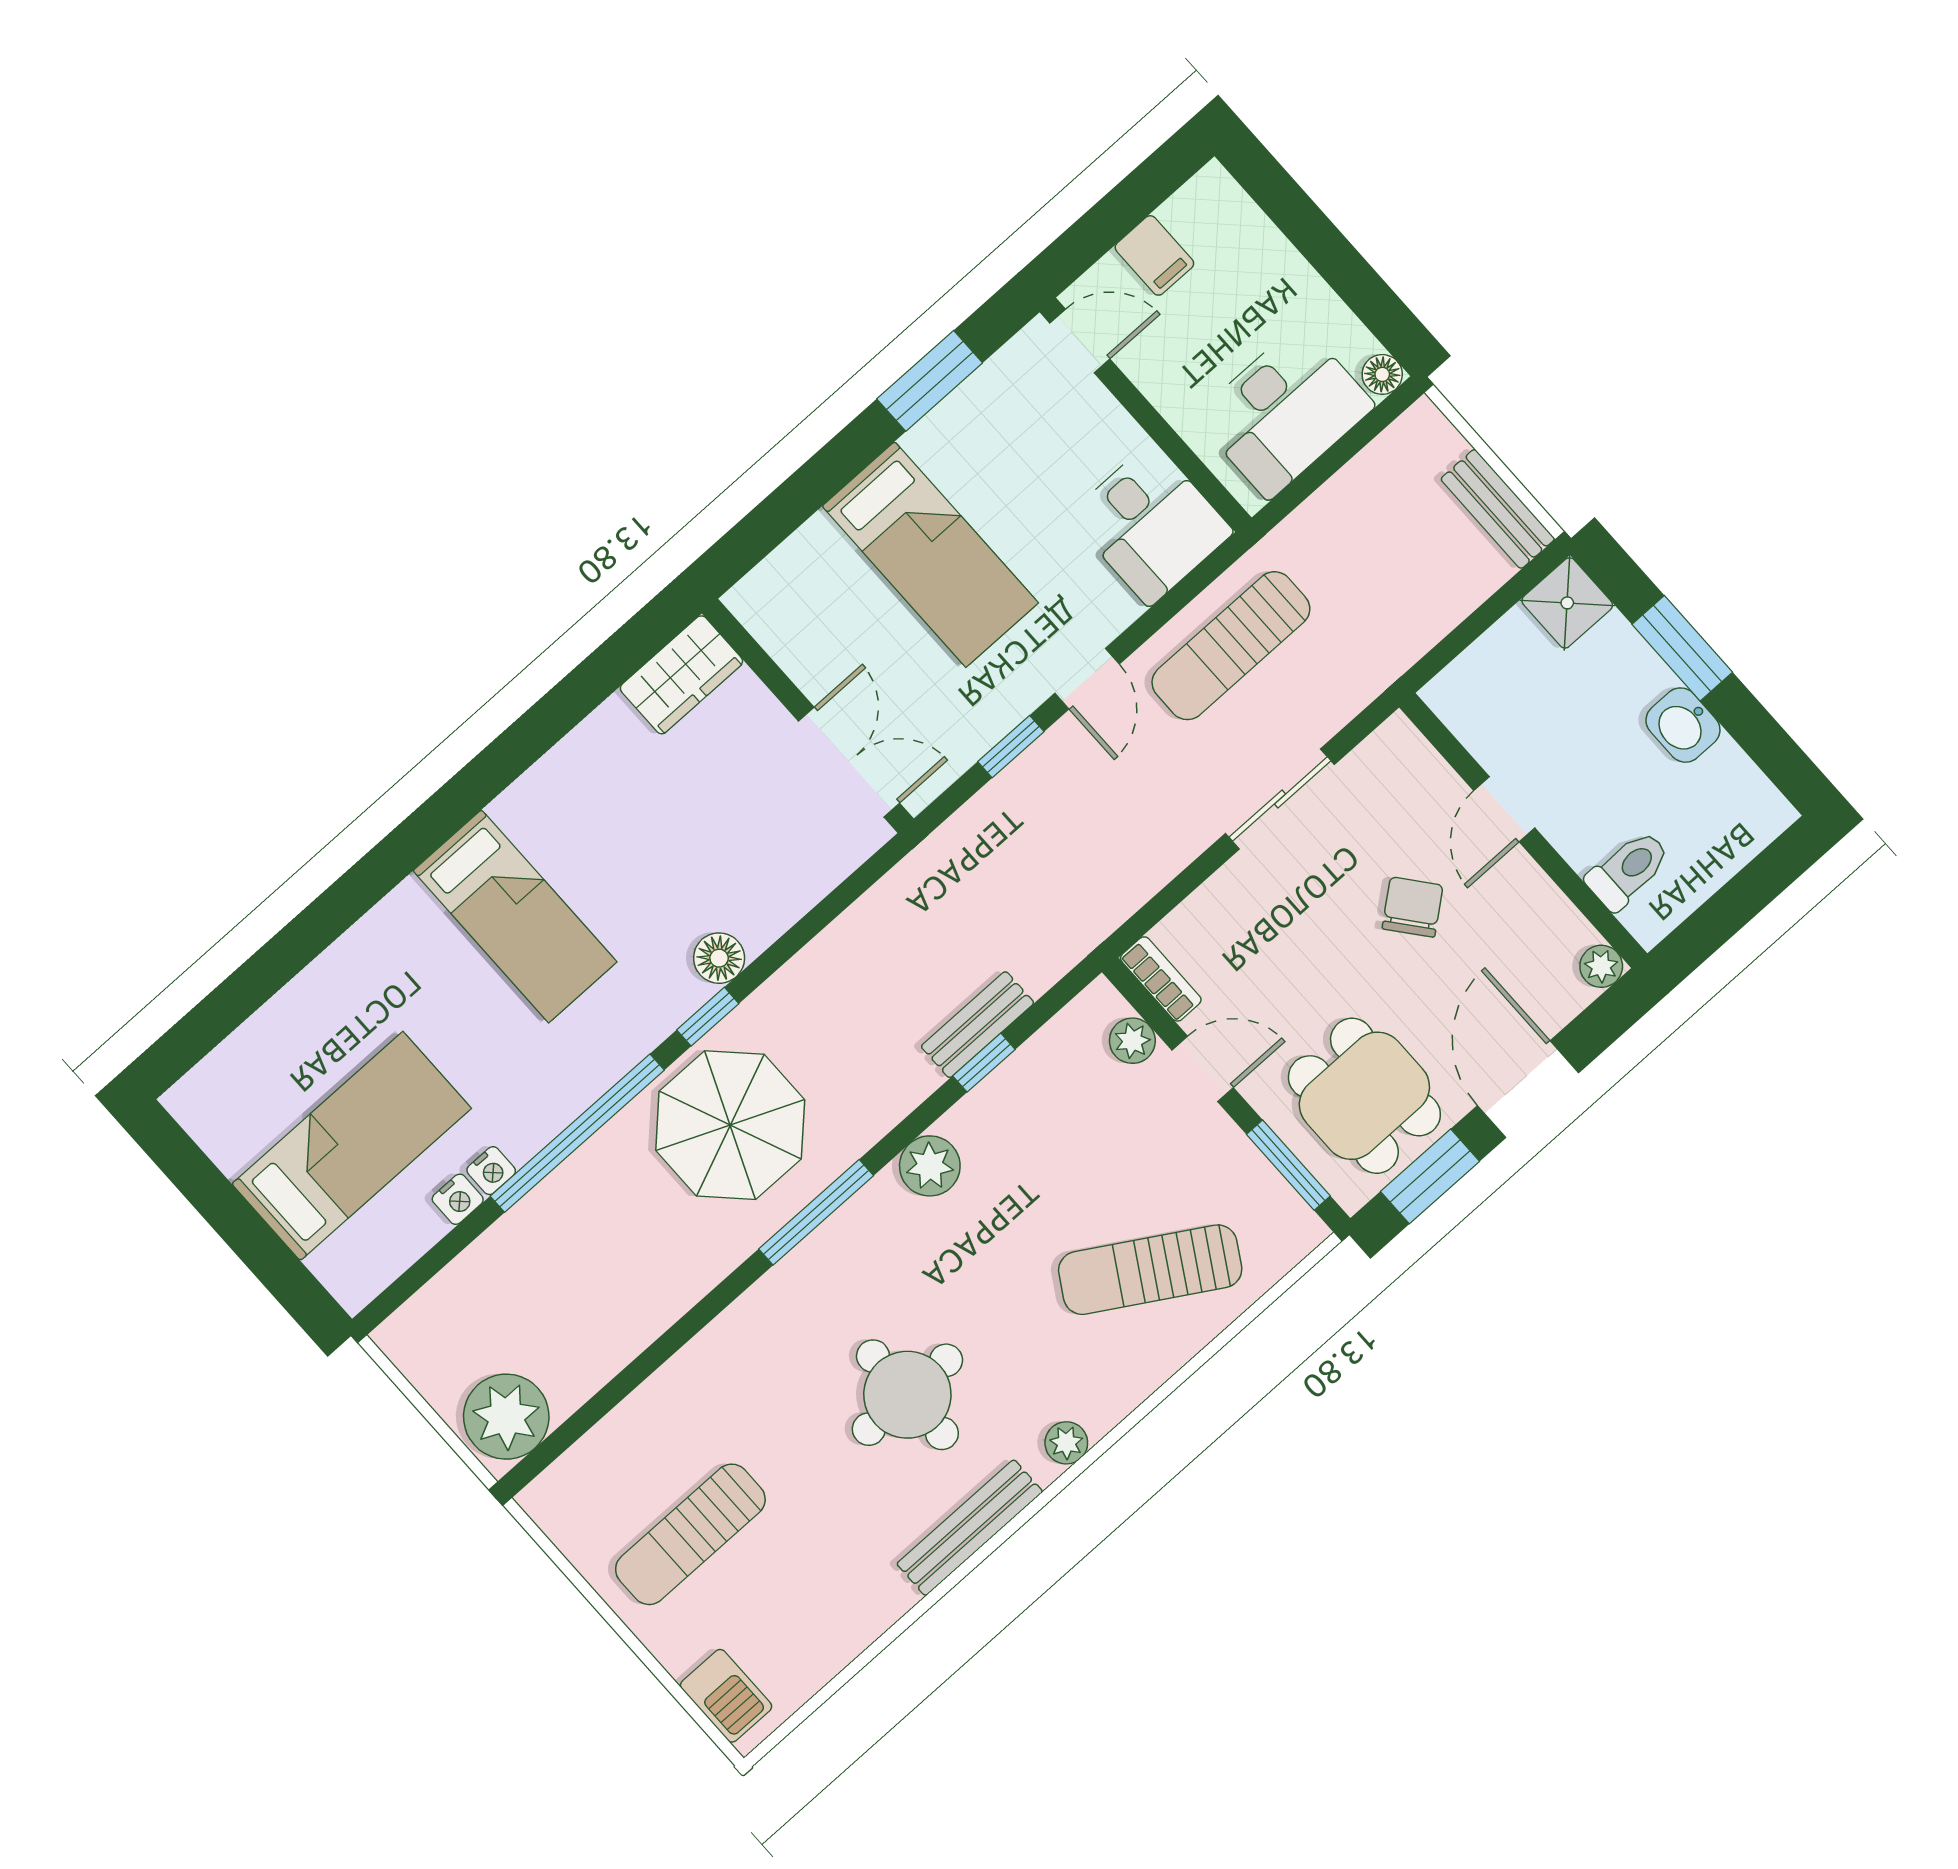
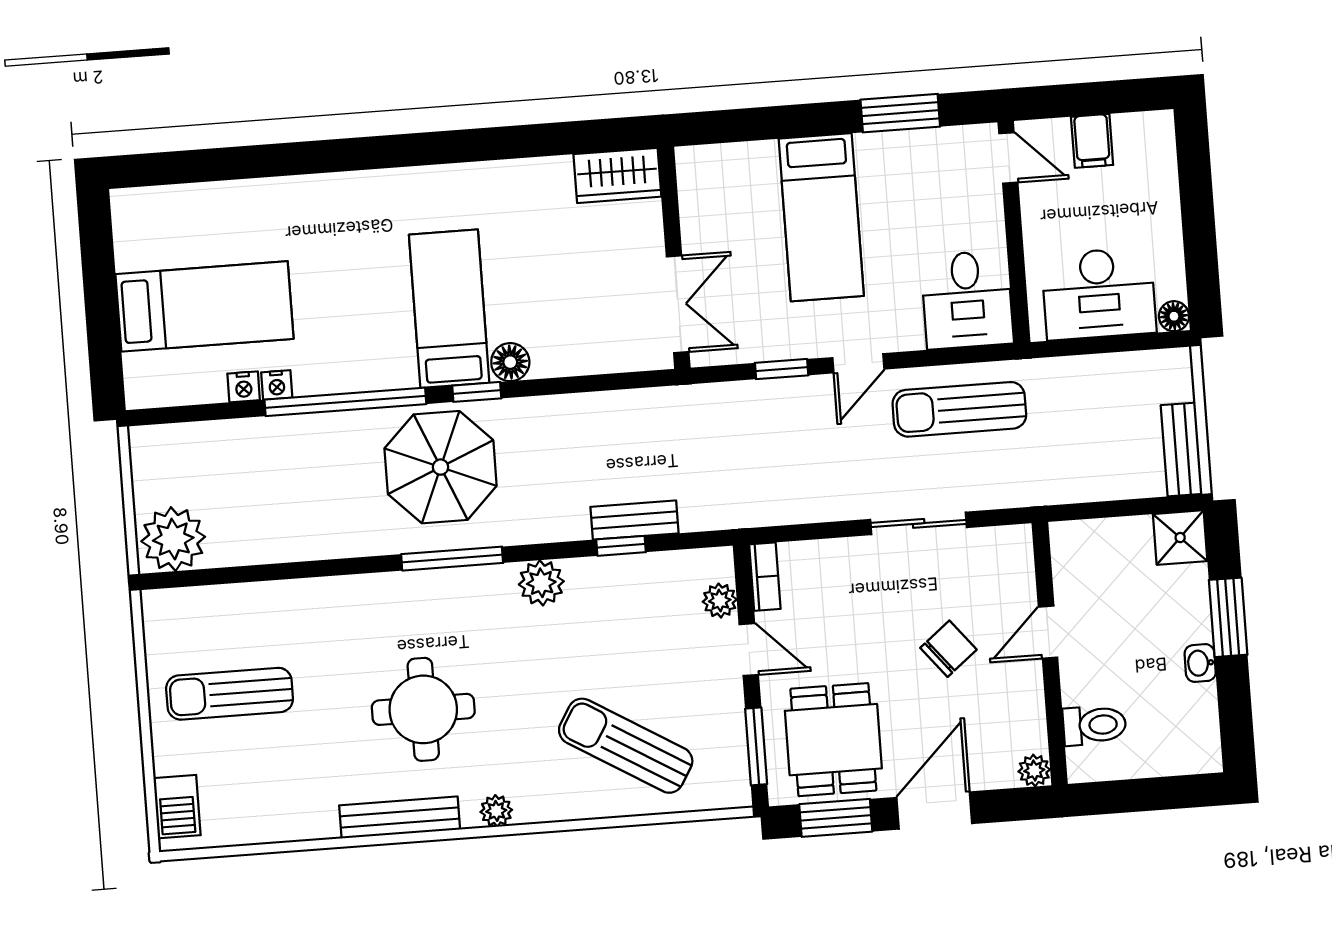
washbasin: (1683, 725) -> (1200, 663), width x0.72, depth x0.69
bed: (515, 916) -> (449, 309), moved, turned 180

